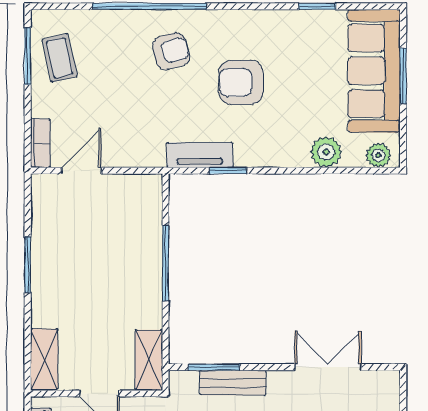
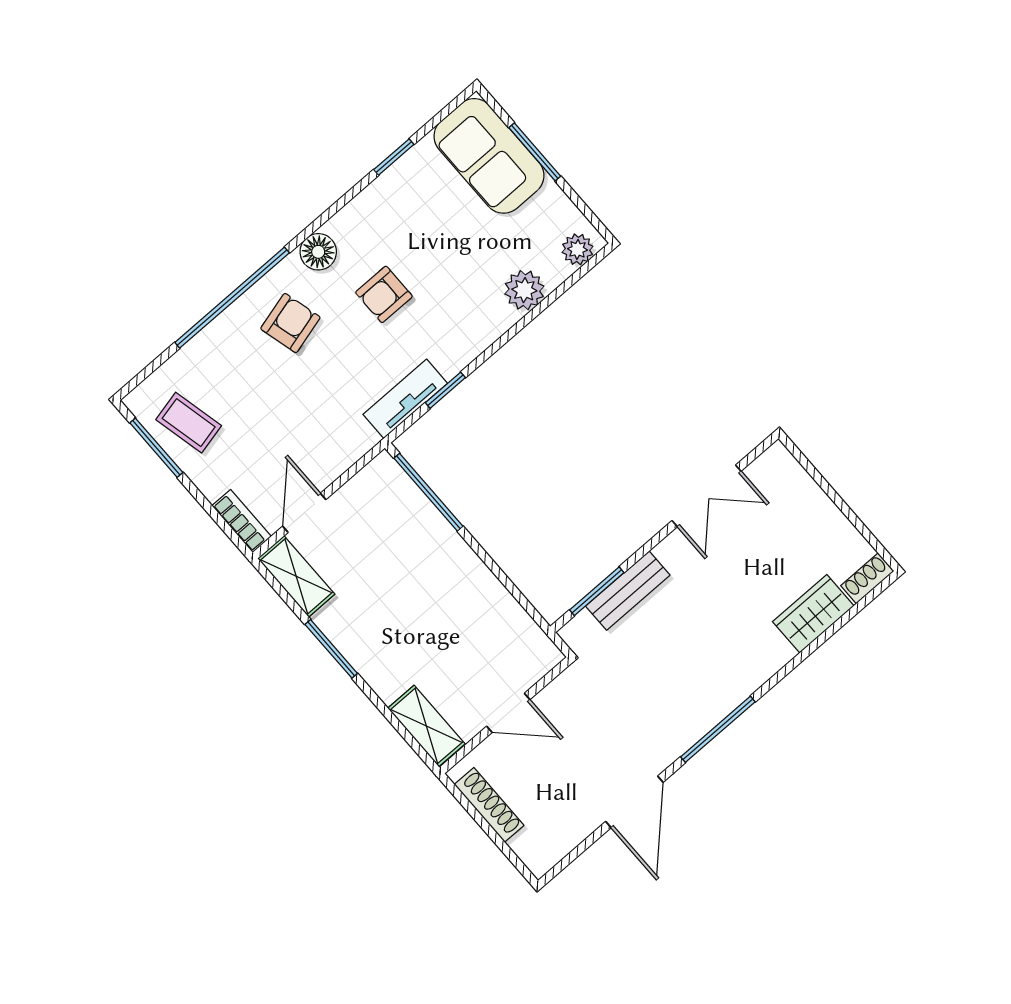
floor lamp: (224, 24) -> (318, 252), added
sofa: (374, 71) -> (489, 156), width x0.73
armchair: (241, 82) -> (384, 294), width x0.72, depth x0.72
window: (165, 263) -> (428, 492), moved
shelving: (149, 360) -> (296, 576), moved
double door: (328, 367) -> (707, 496), swing flipped

